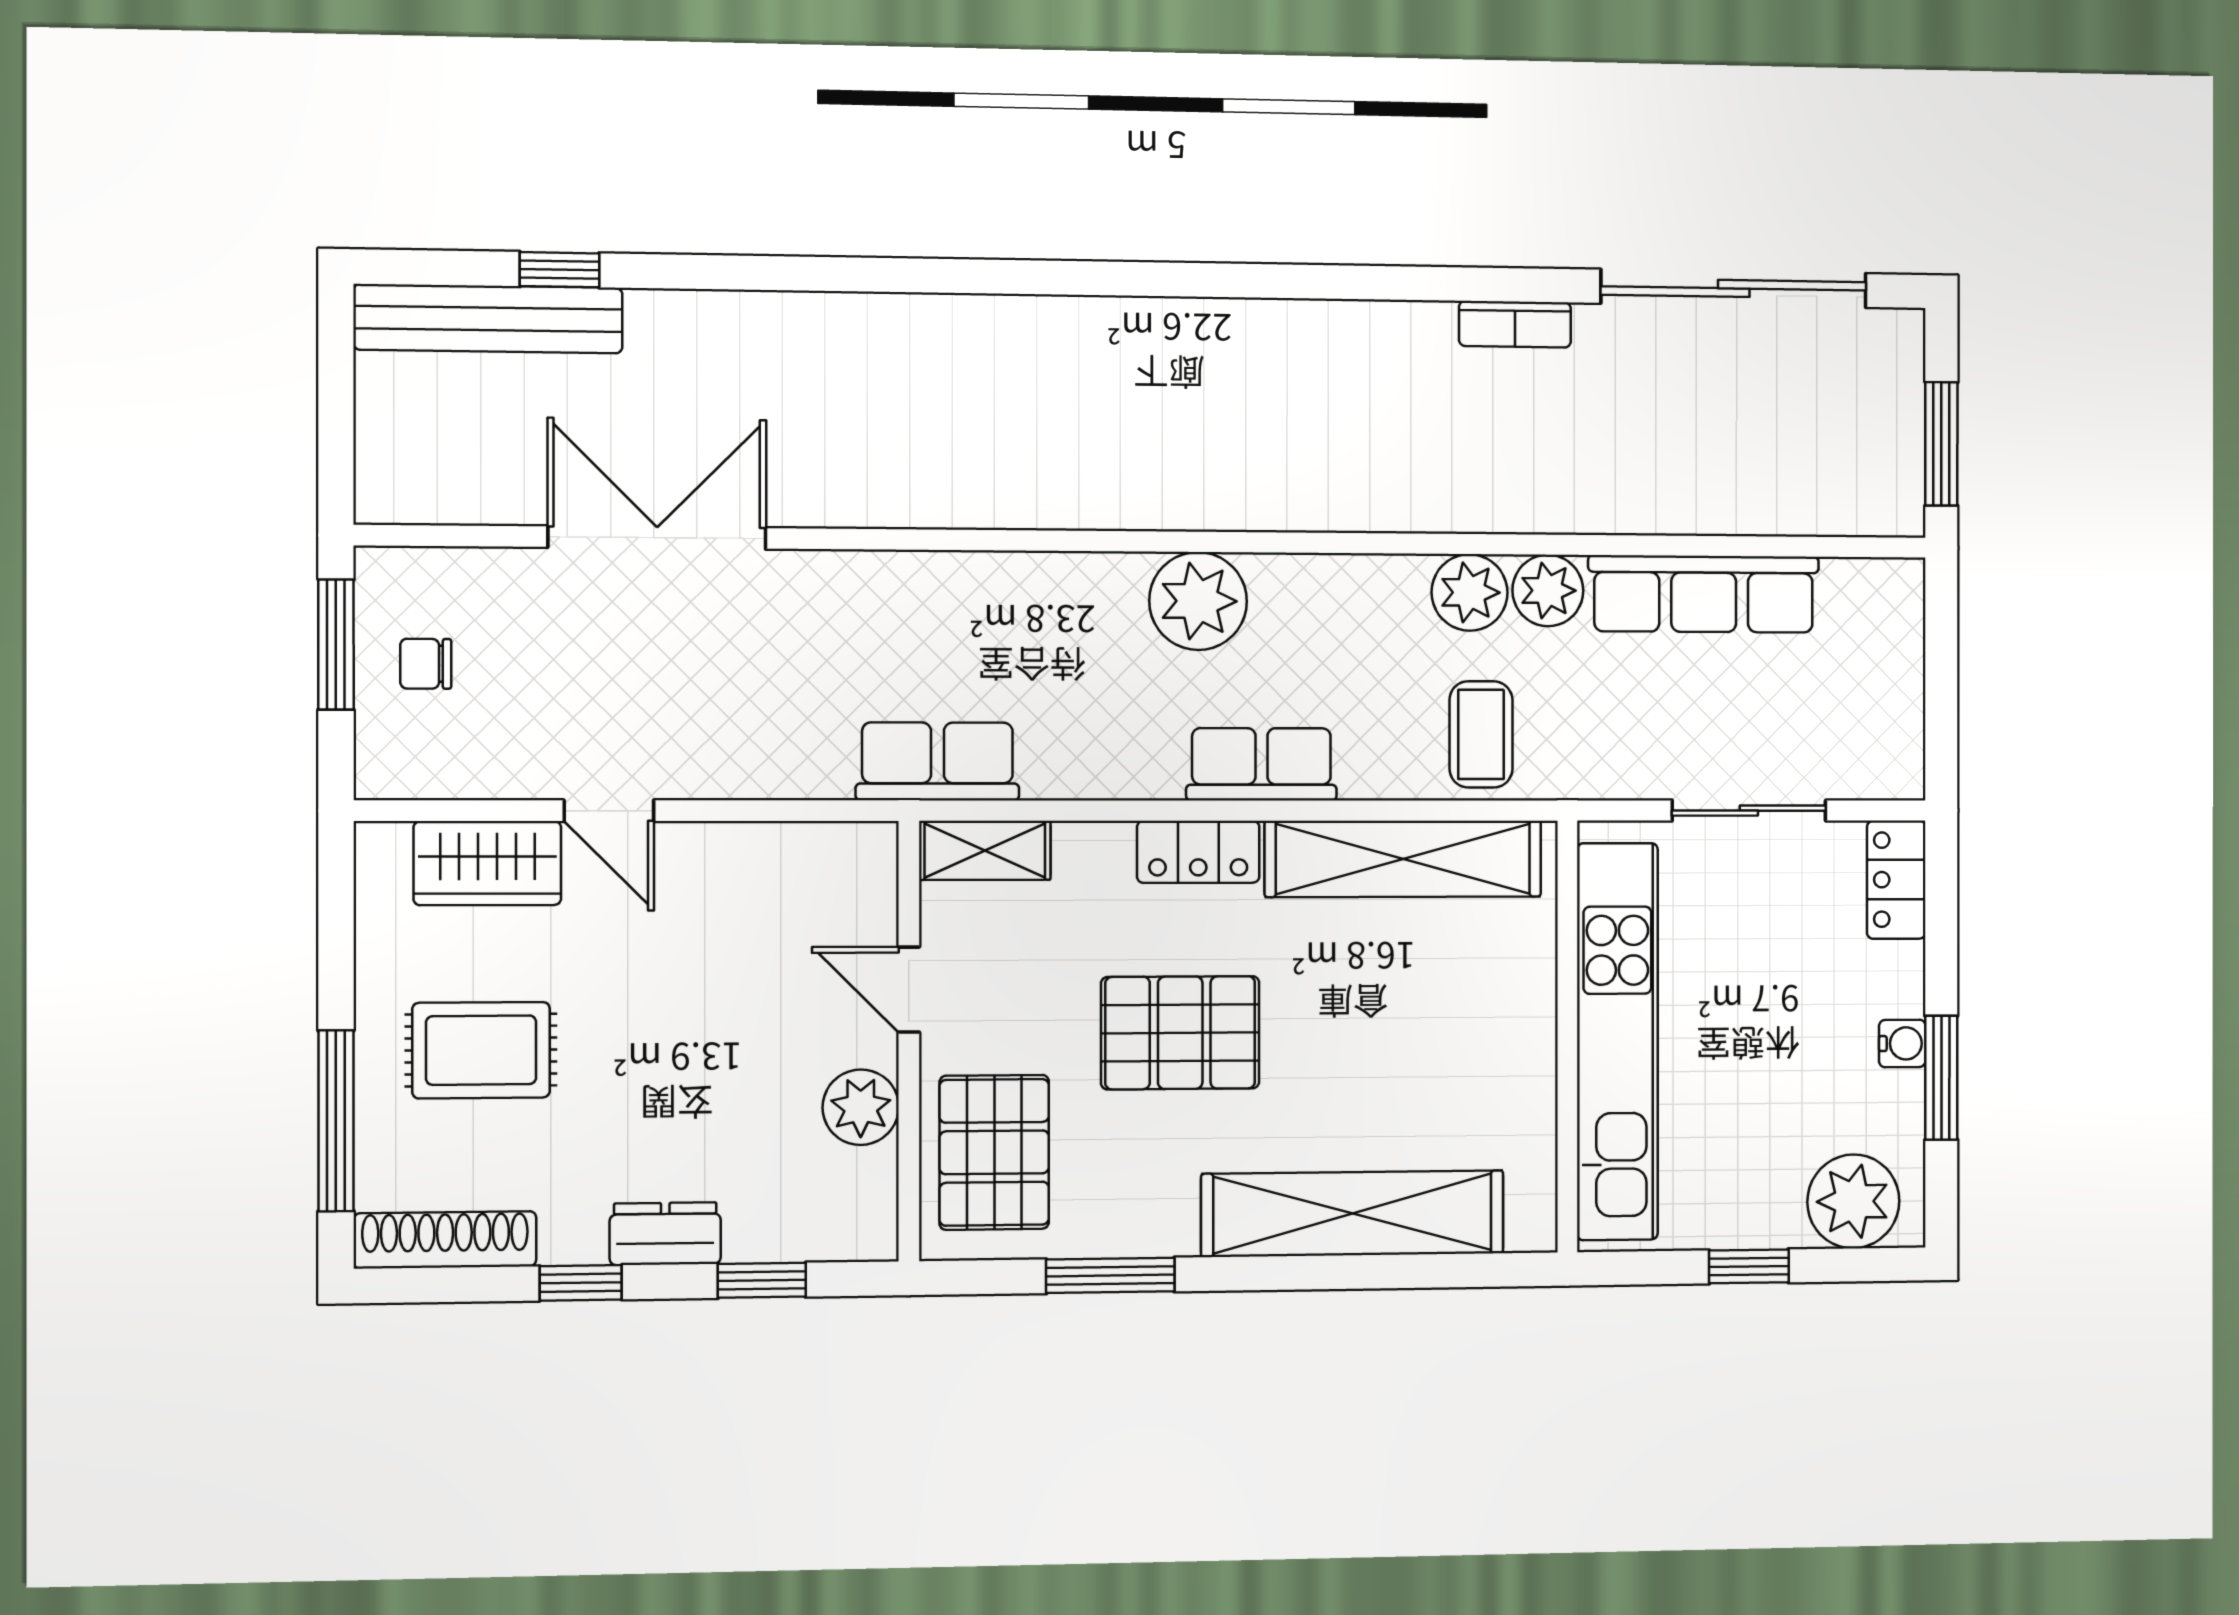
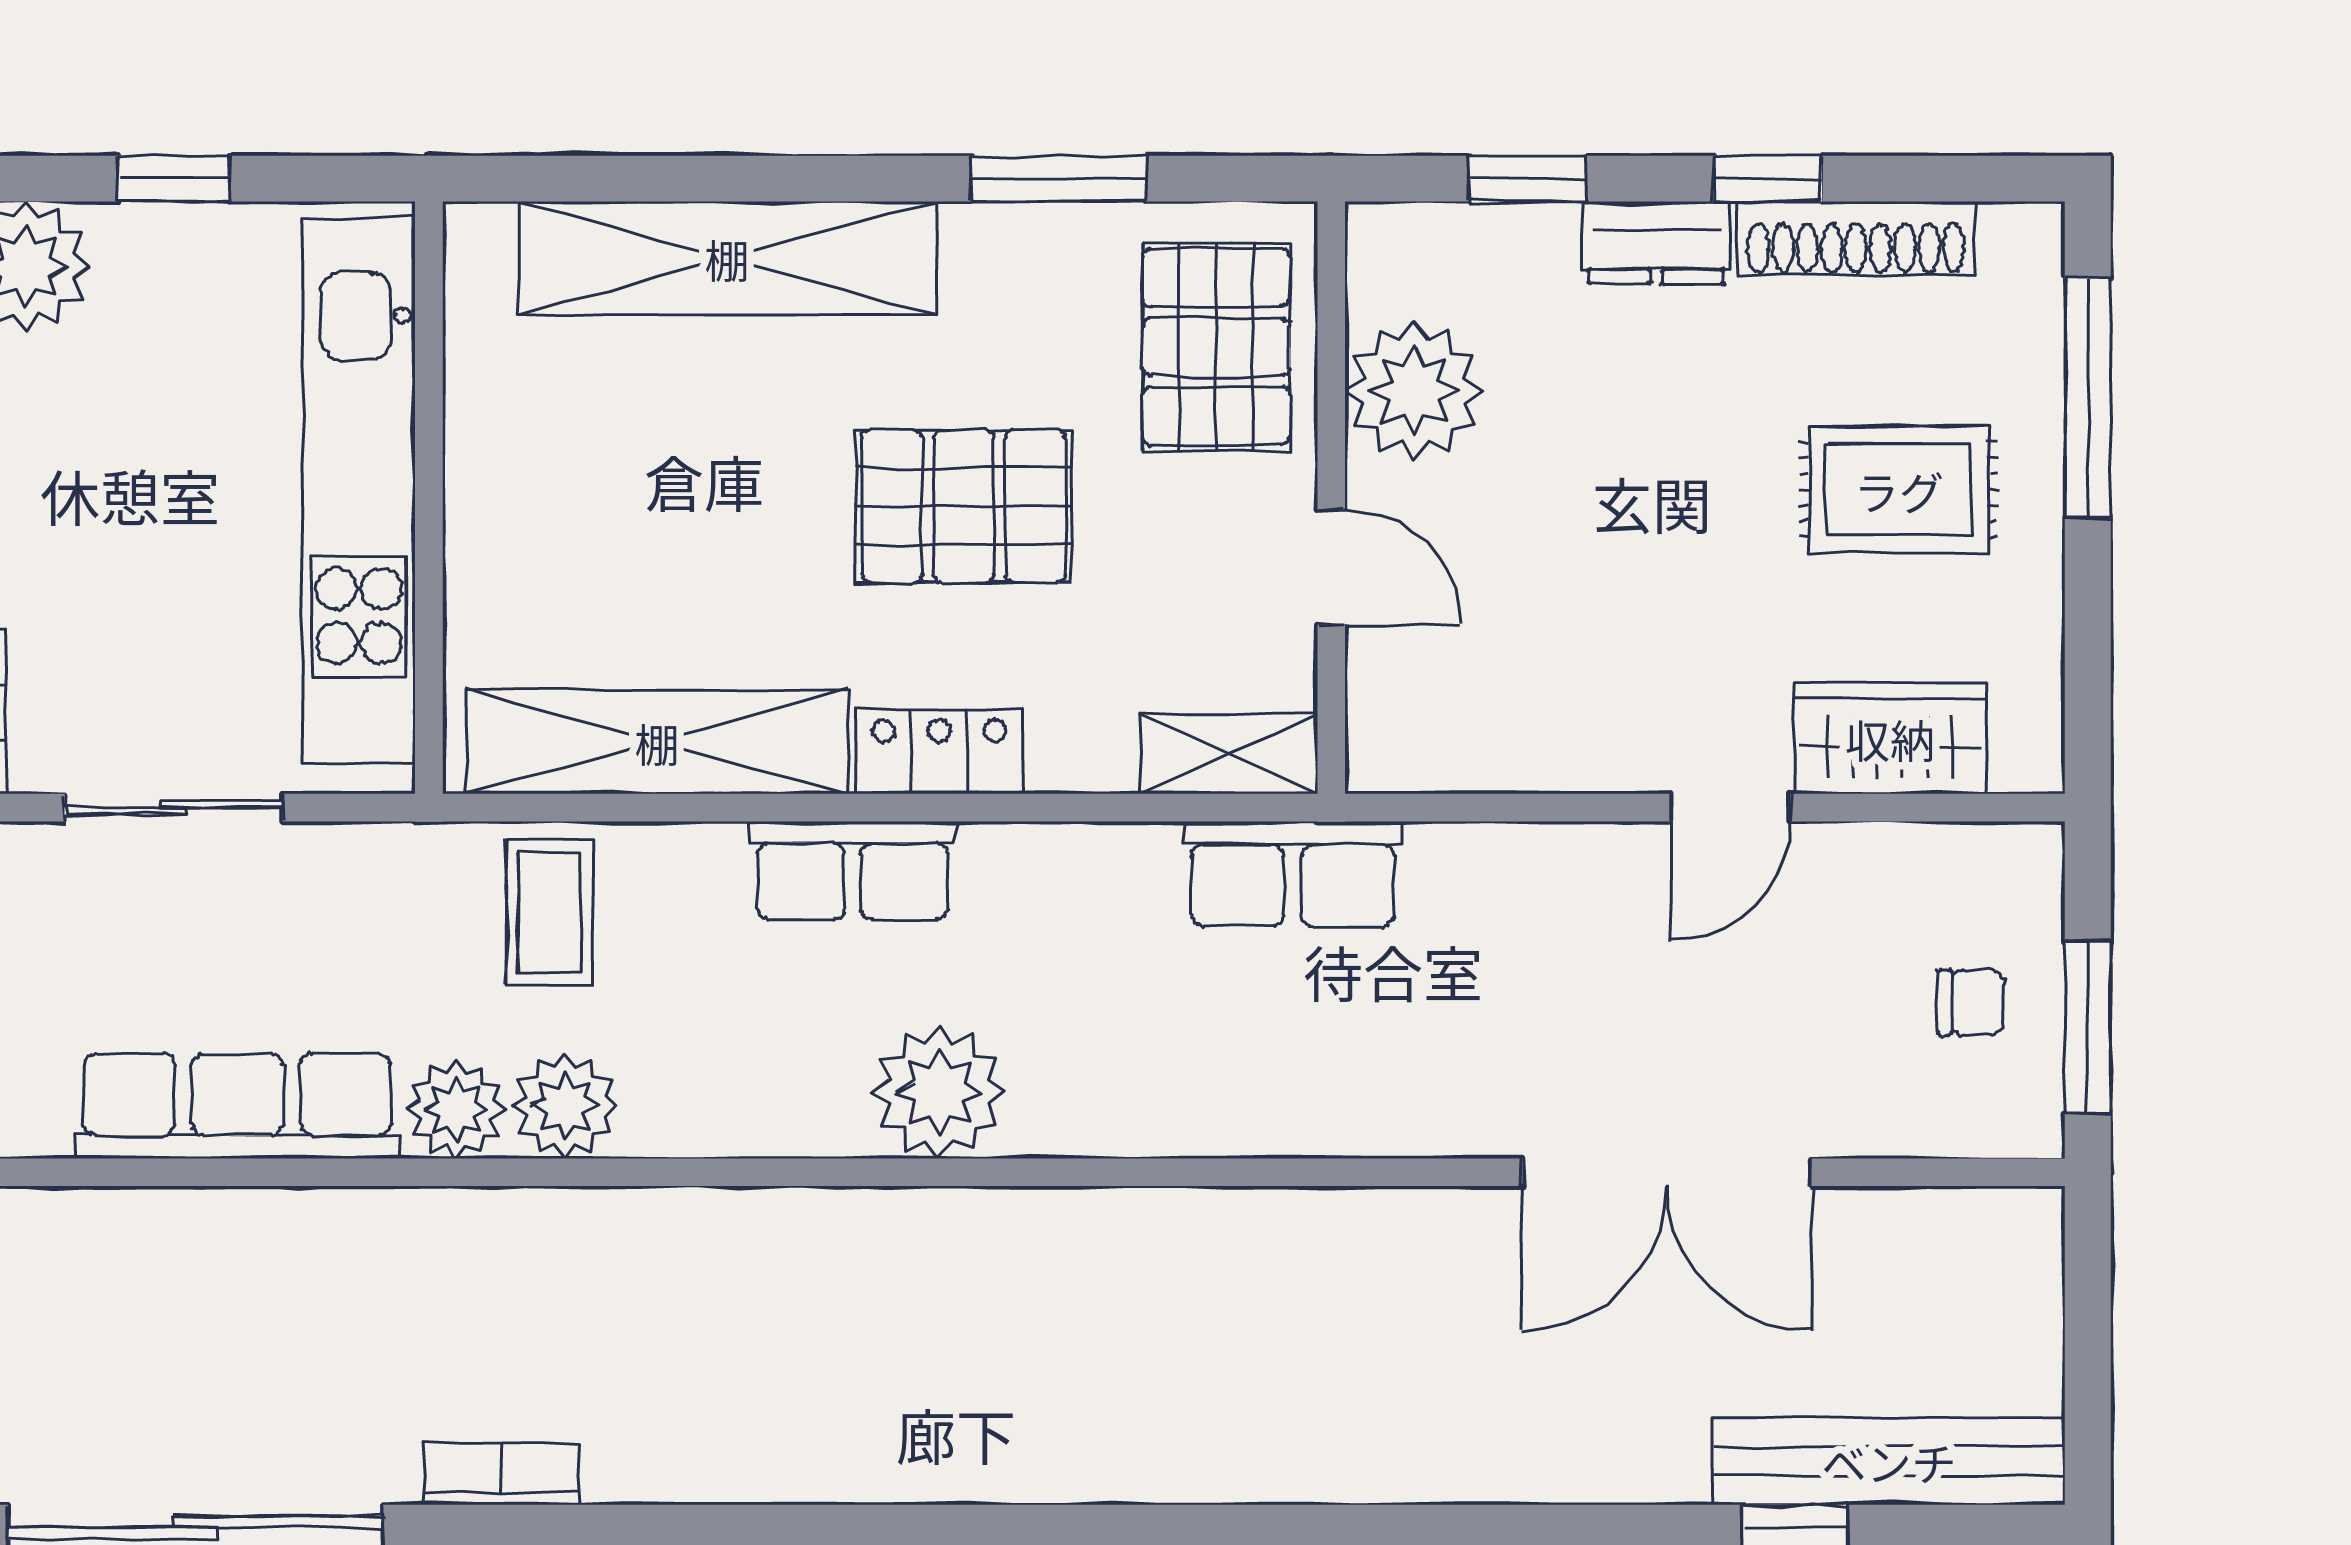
door: (609, 811) -> (1731, 808), swing flipped
plant: (861, 1107) -> (1414, 391), width x1.36, depth x1.36
shoe rack: (445, 1240) -> (1856, 238), moved

